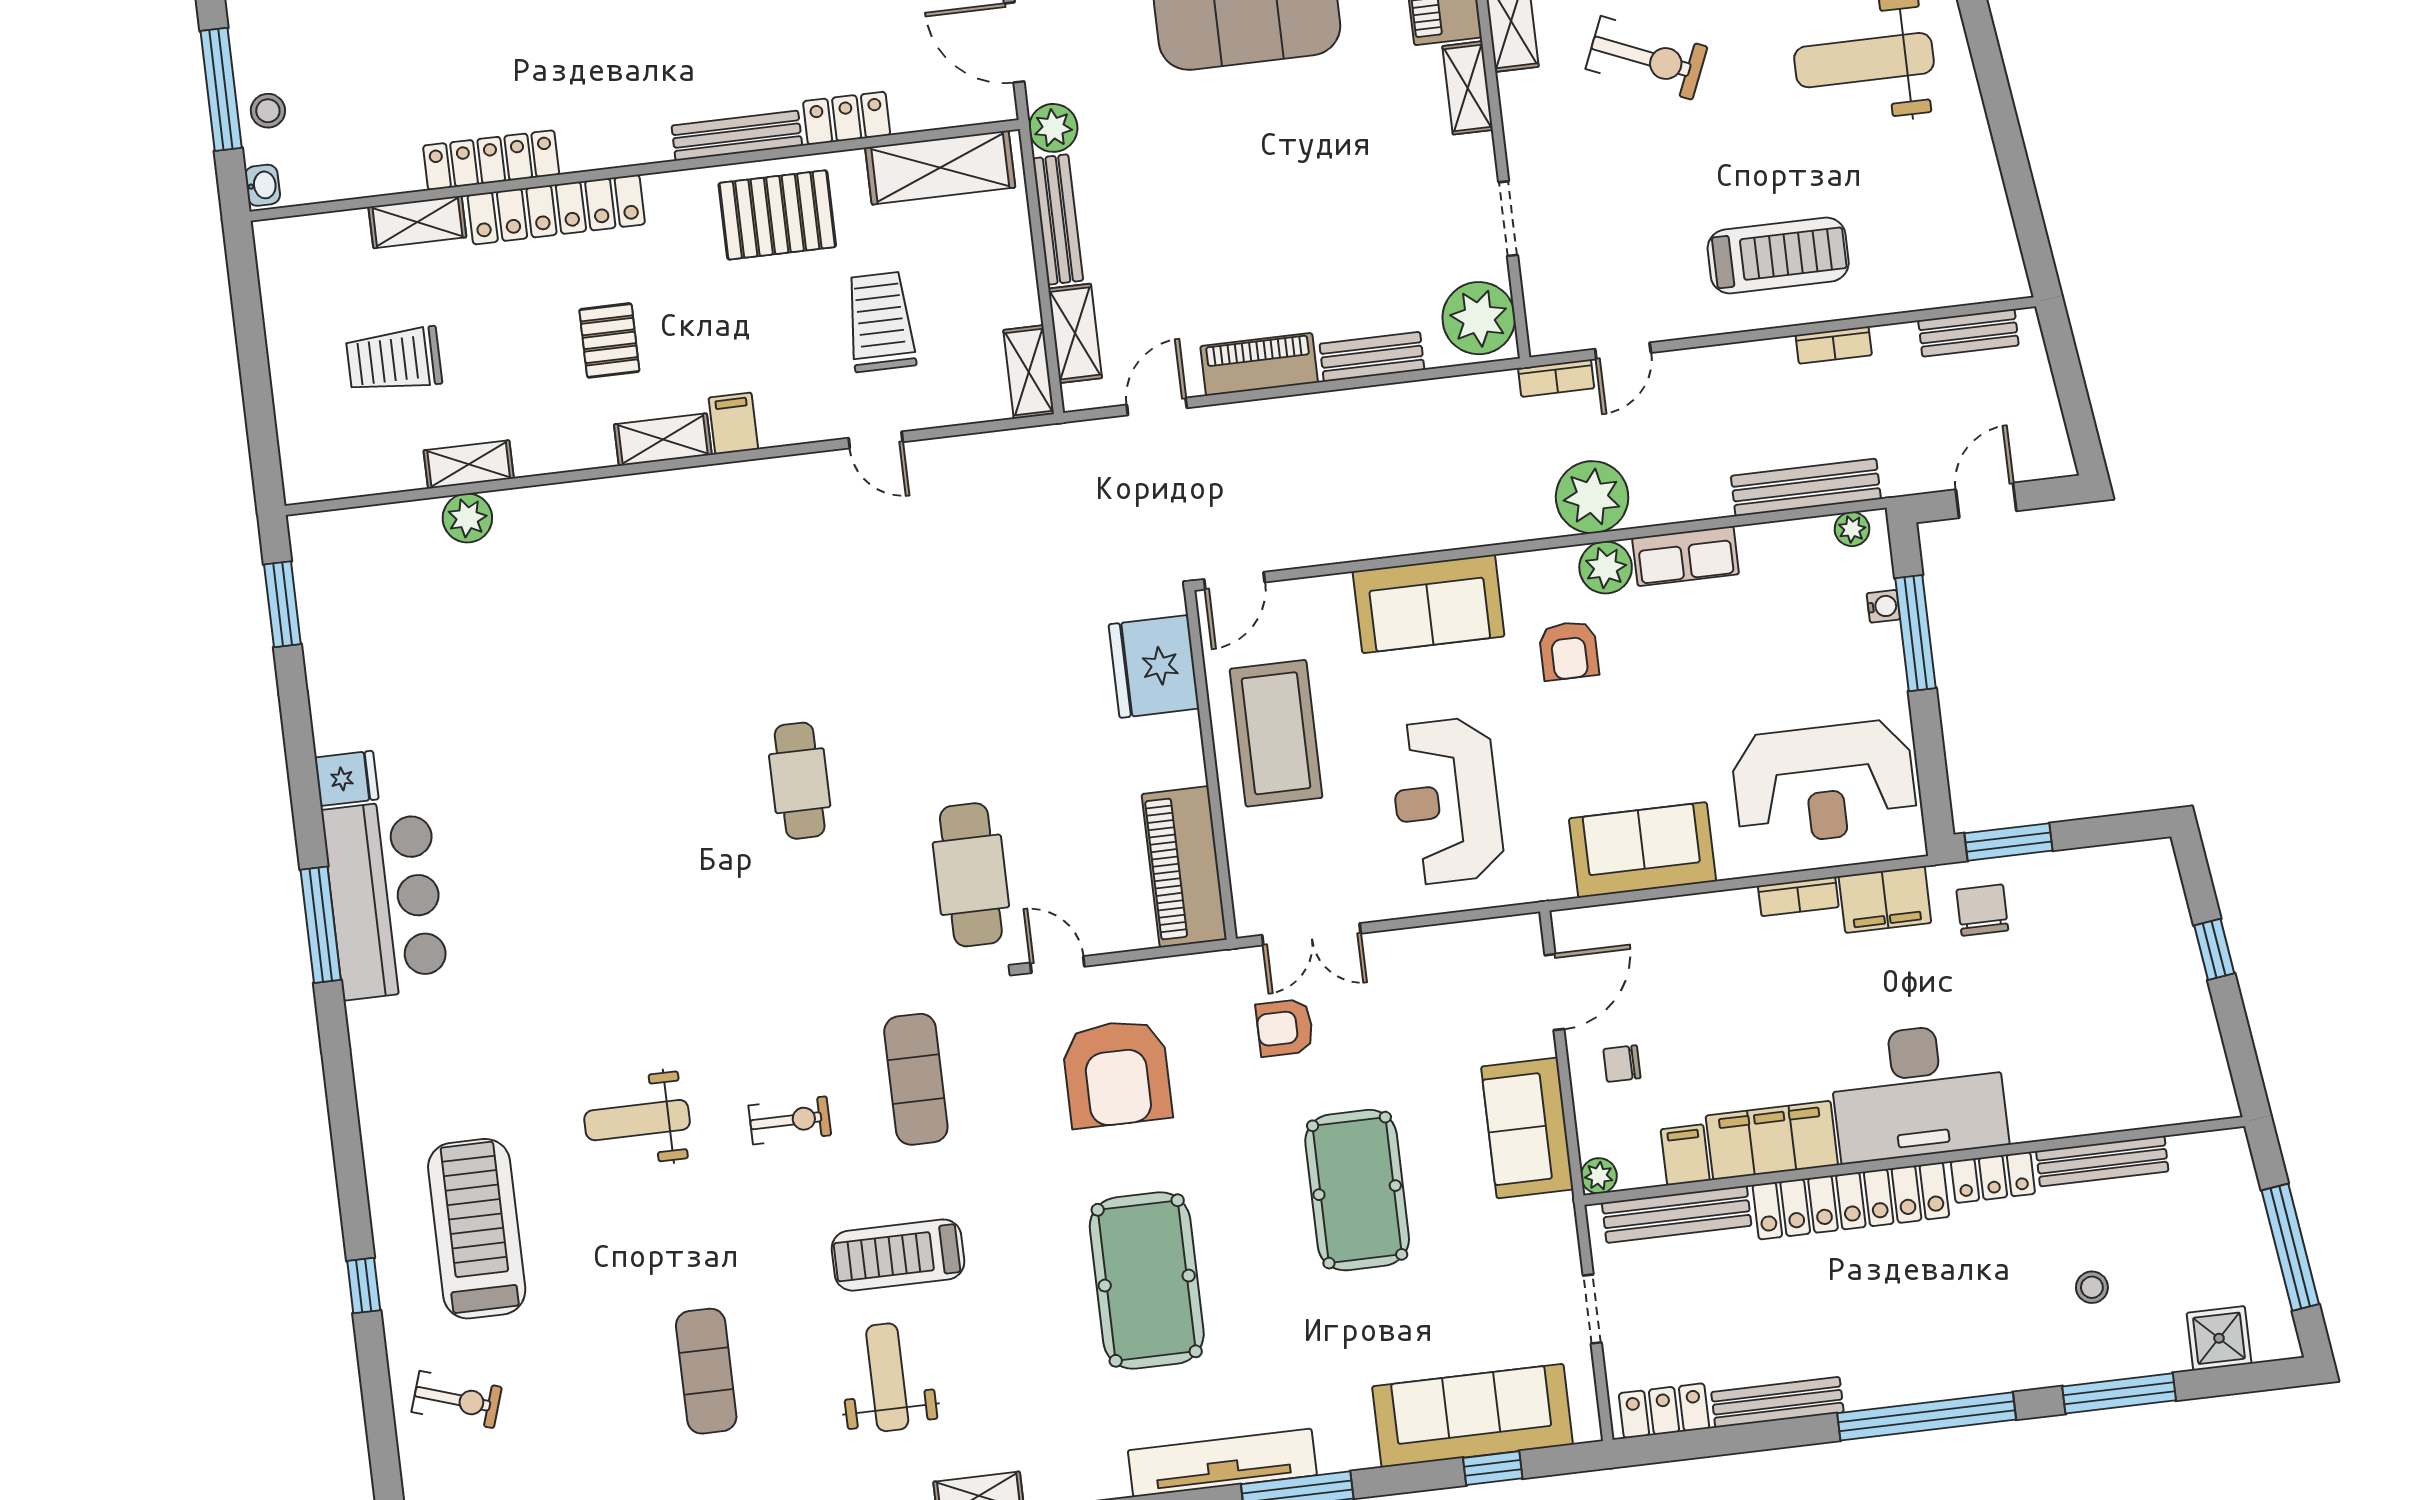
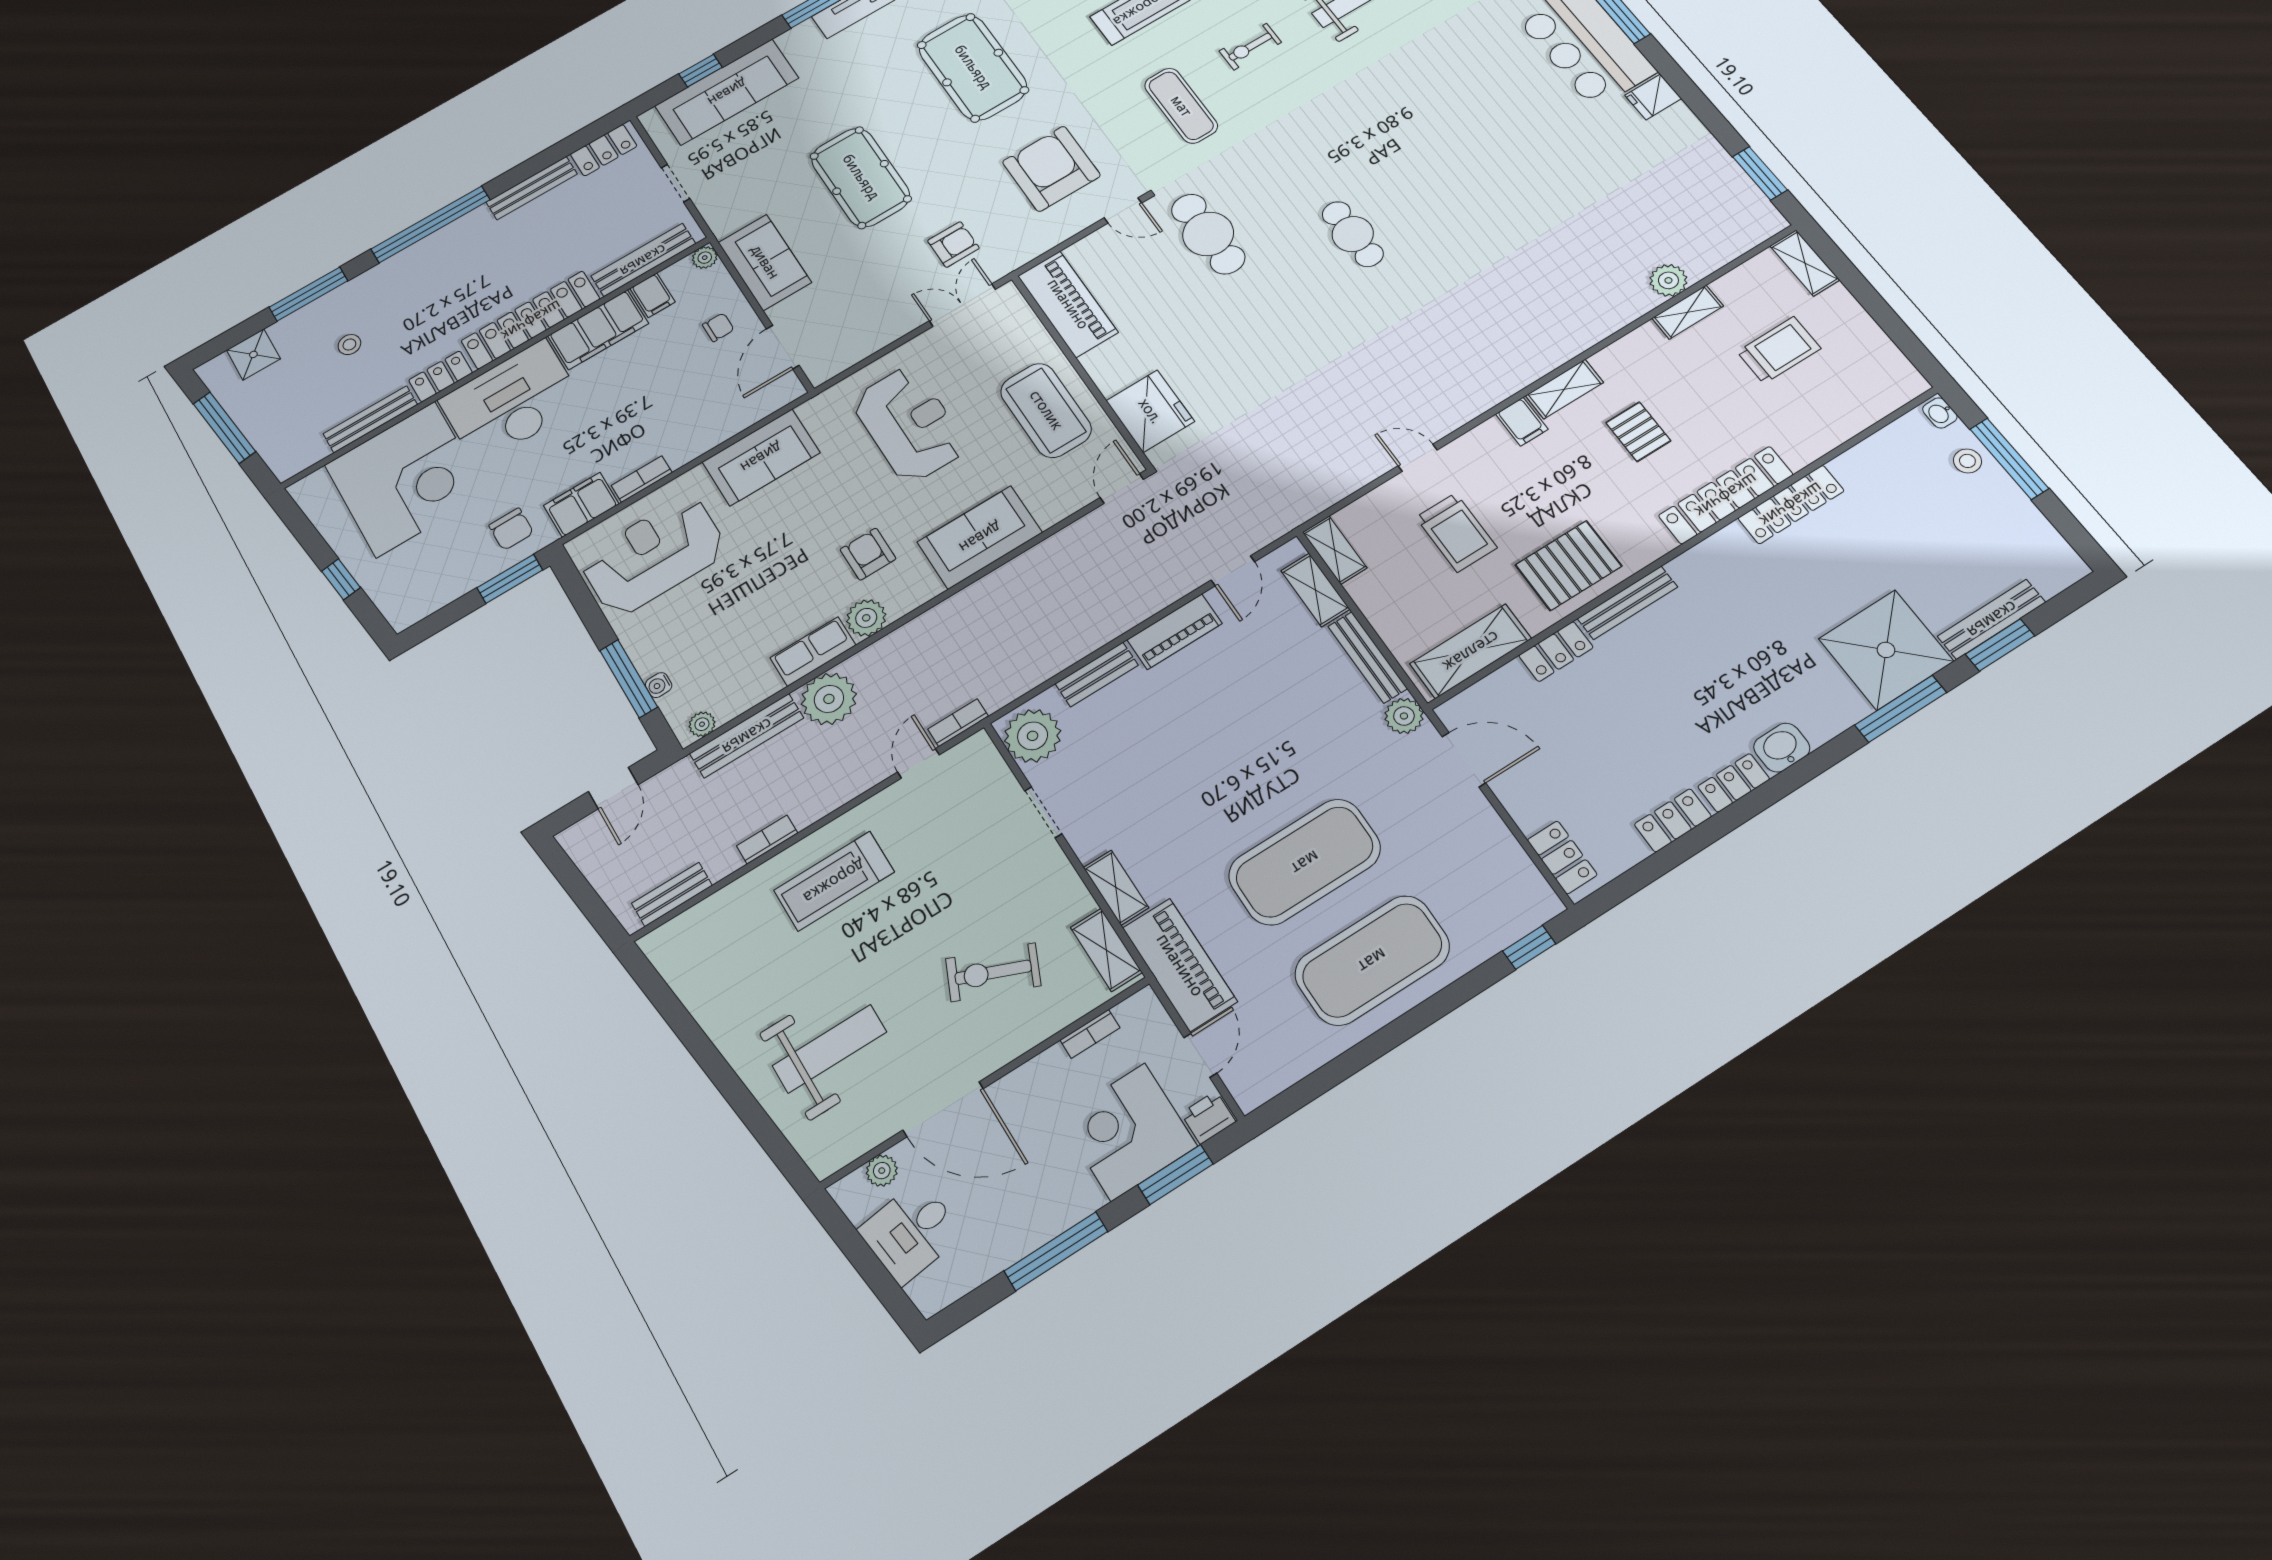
shelving: (417, 222) -> (1805, 263), moved, turned 90
plant: (1592, 497) -> (829, 699), moved
corner desk: (2087, 1050) -> (406, 479), added

